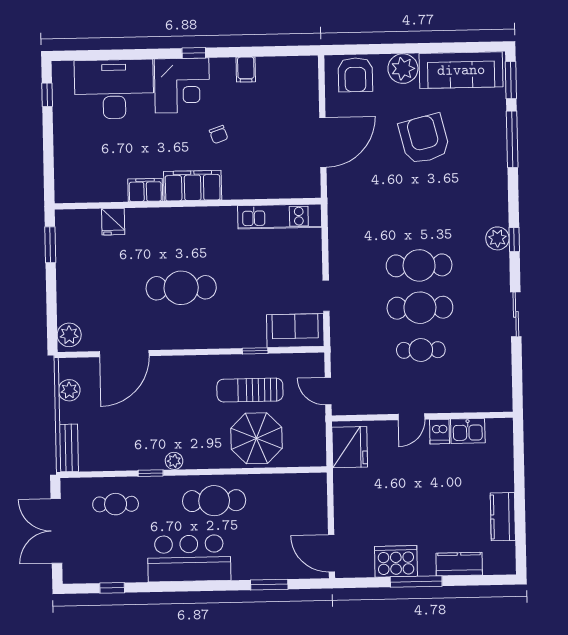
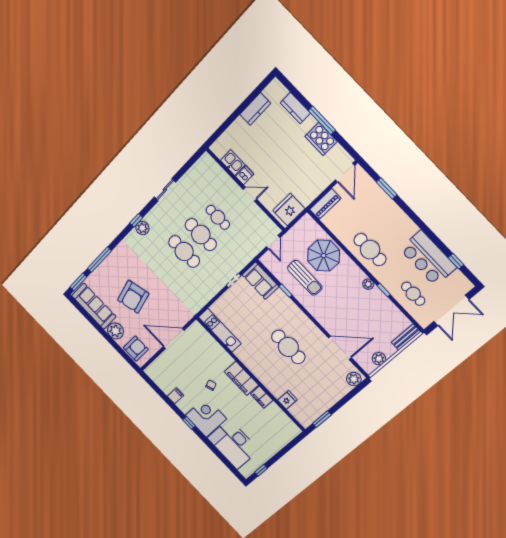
piano: (316, 497) -> (325, 204), added
bar counter: (189, 558) -> (428, 258), moved

